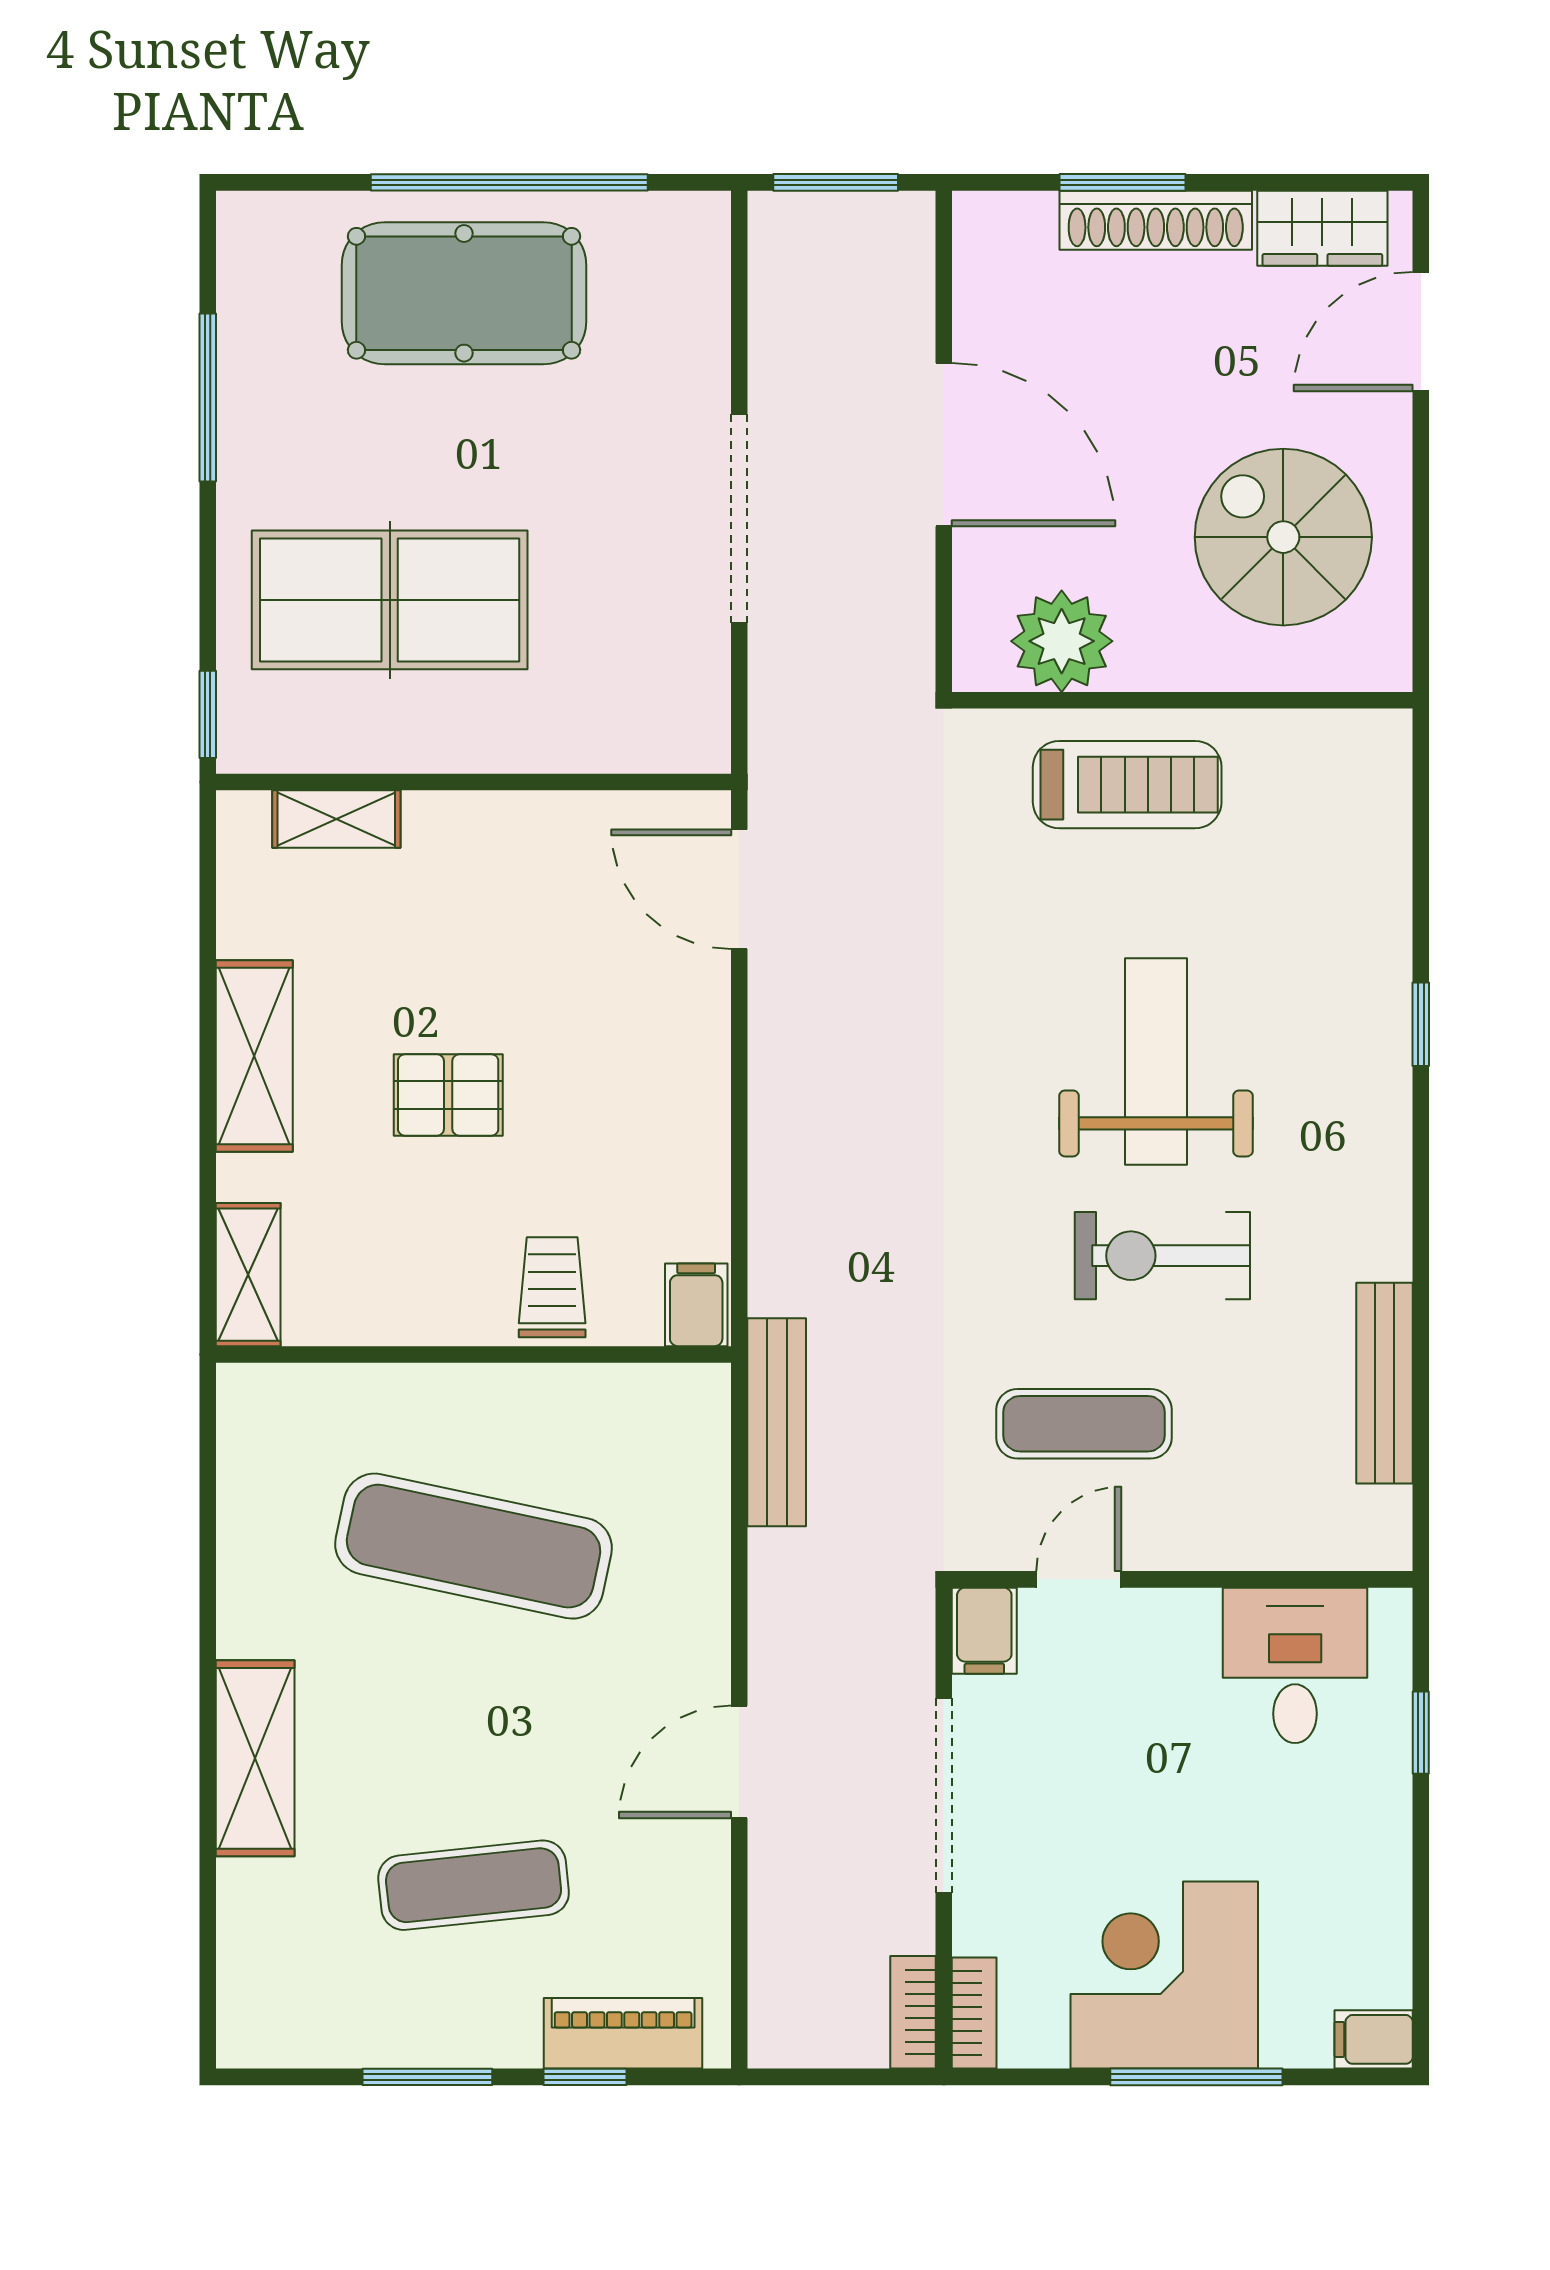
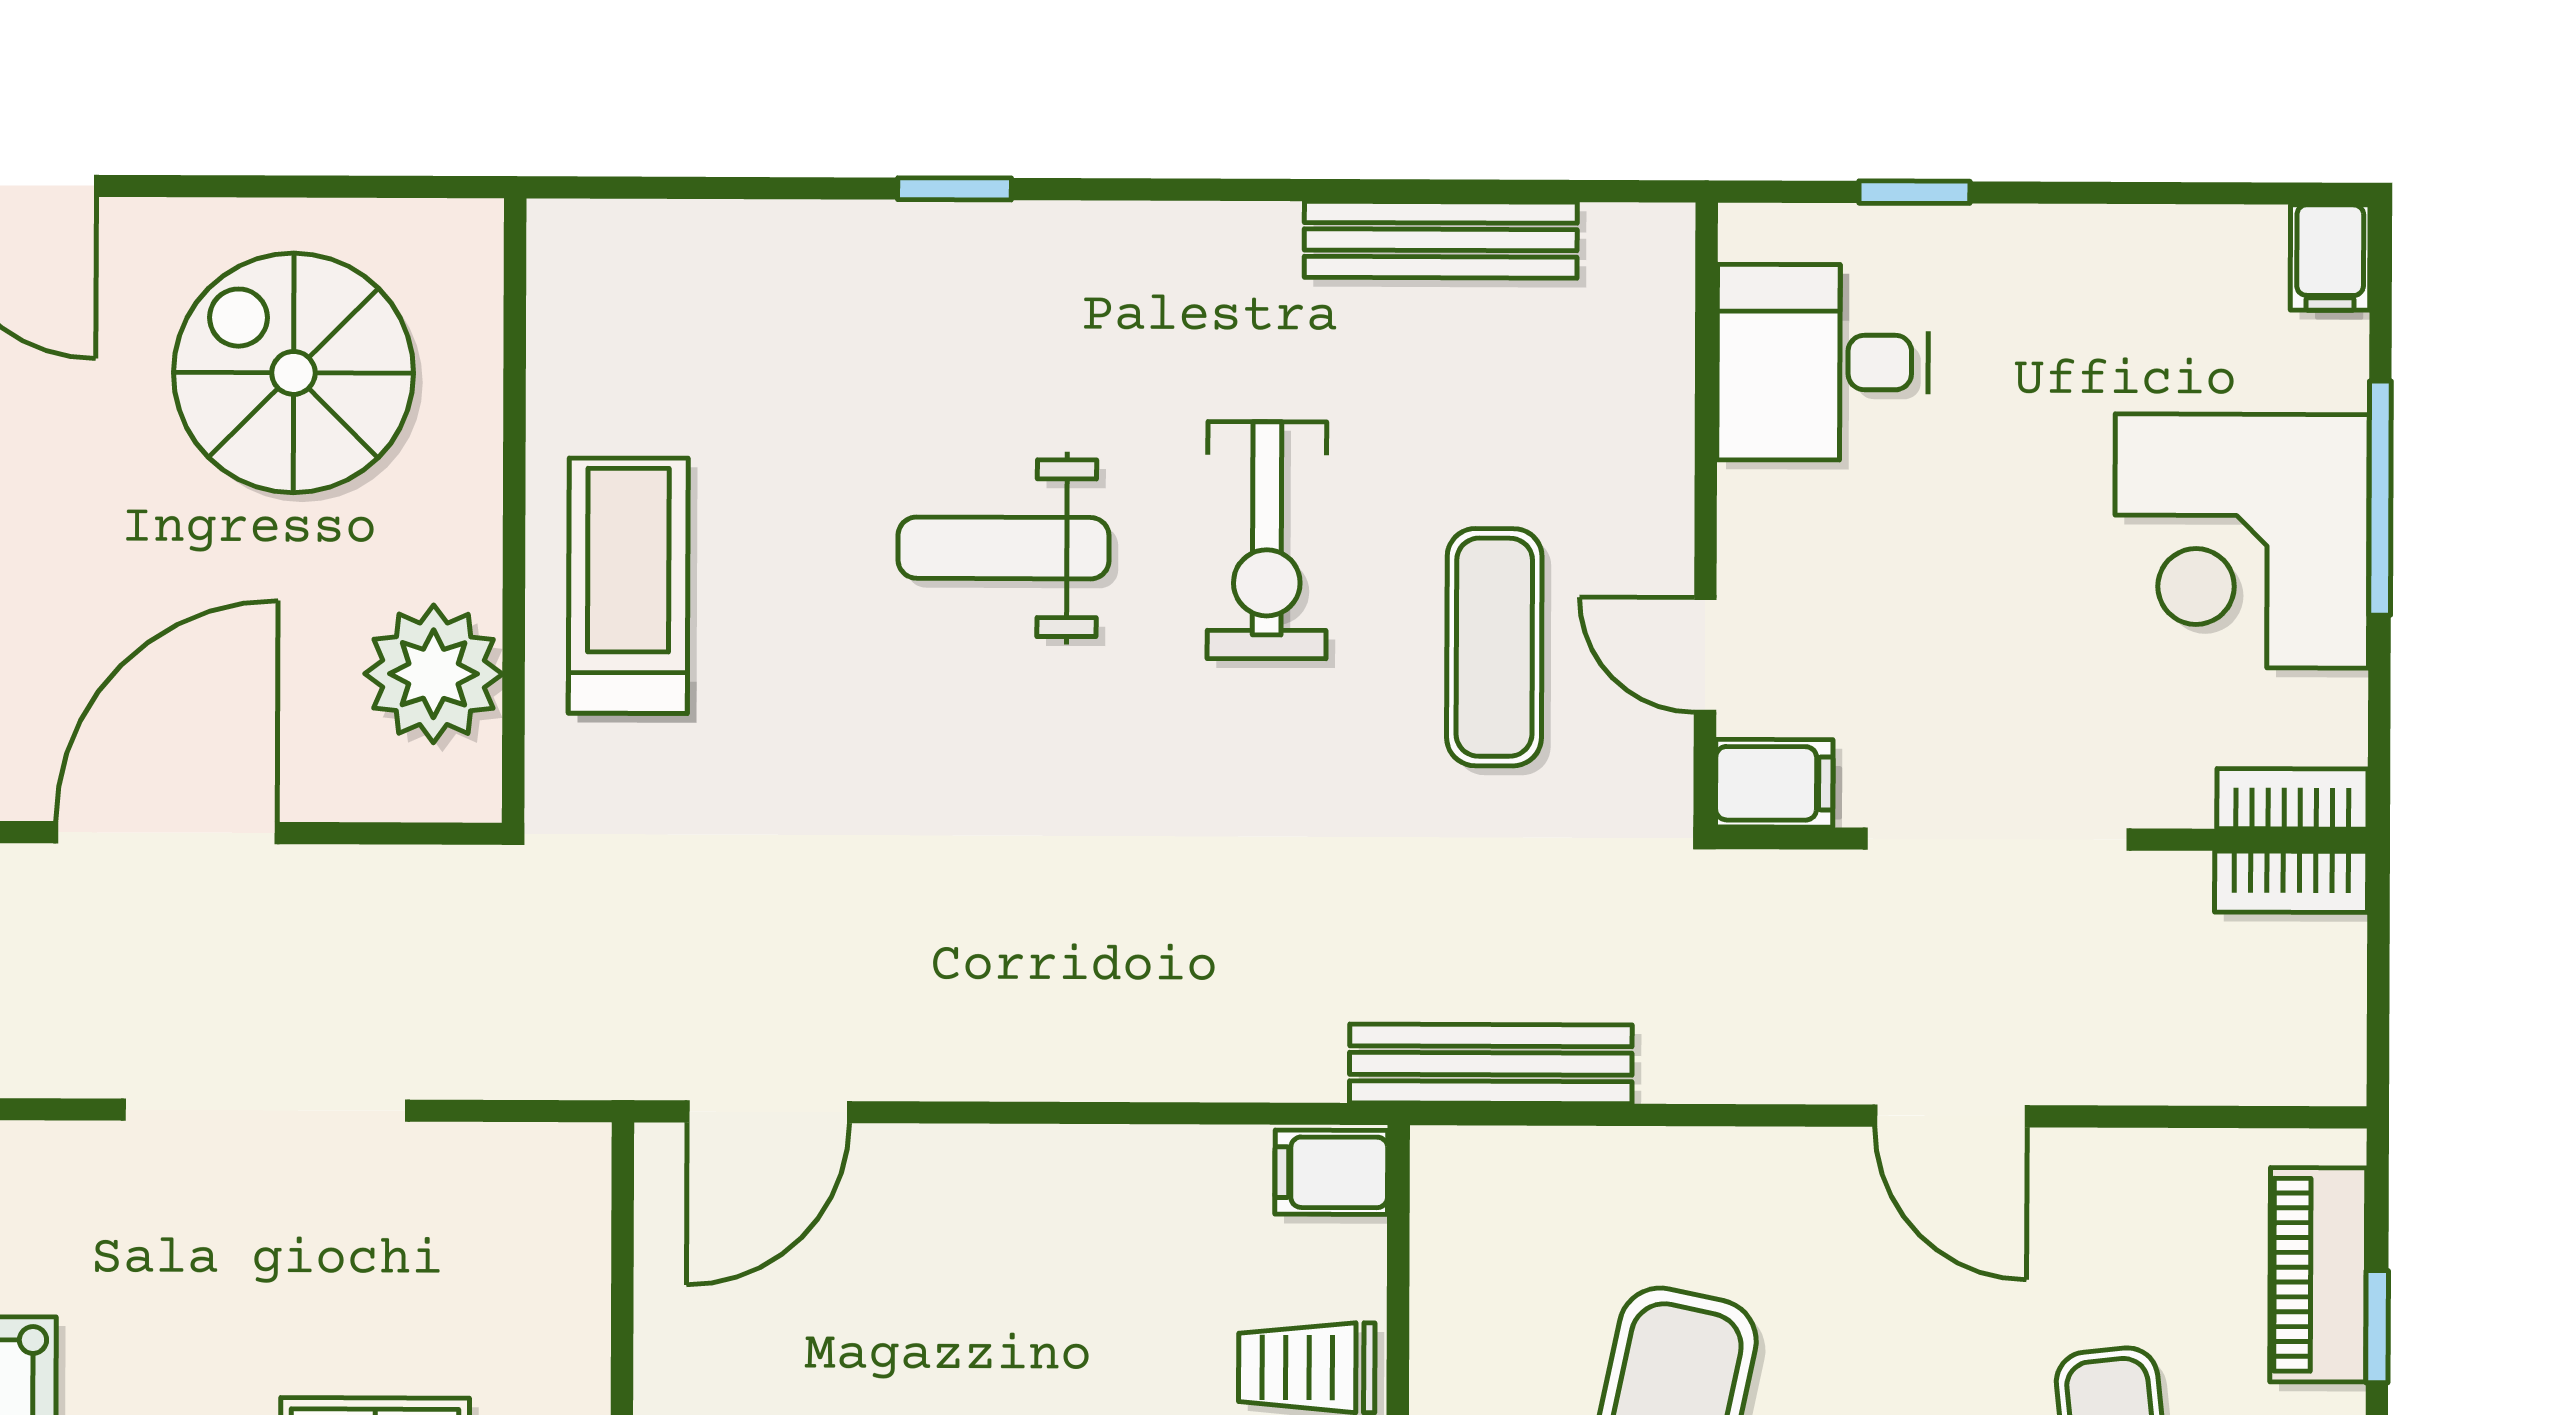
spiral stairs: (1283, 537) -> (293, 373), turned 90
weight bench: (1156, 1061) -> (1004, 548), width x0.73, depth x0.75

